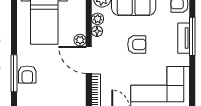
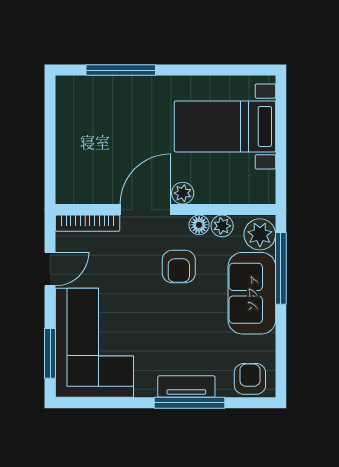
armchair: (137, 44) -> (179, 267), moved
armchair: (27, 75) -> (118, 95), removed

